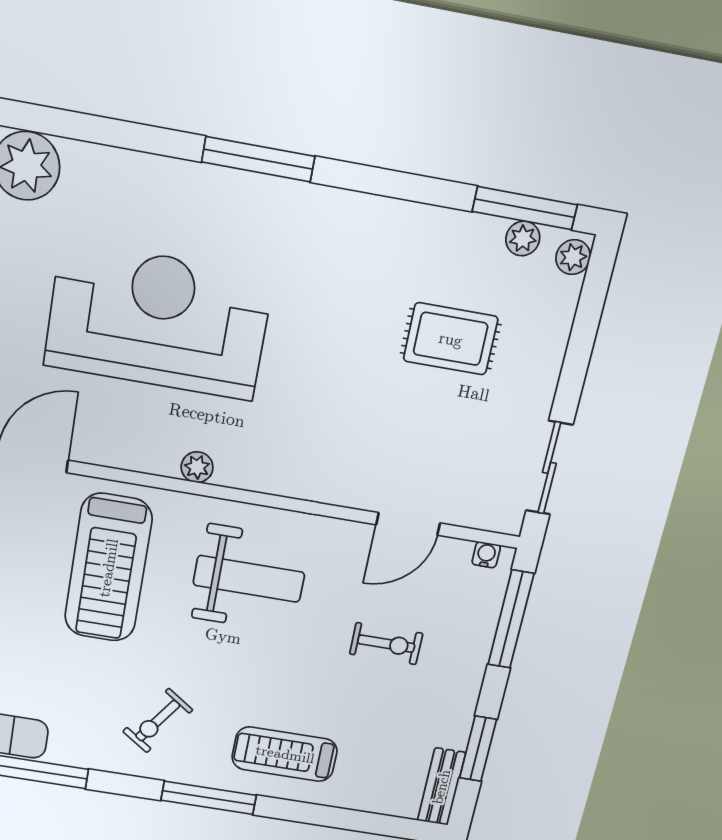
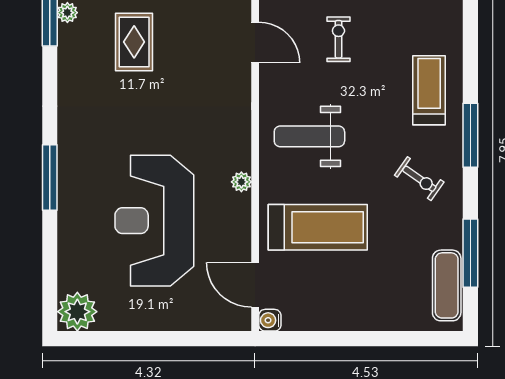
weight bench: (249, 579) -> (309, 136), turned -90
treadmill: (285, 754) -> (429, 90), turned 180

